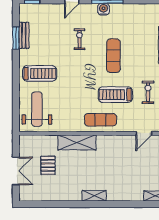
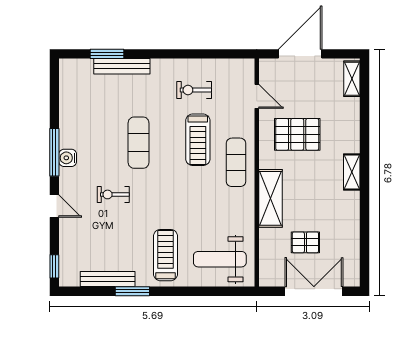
bench: (24, 35) -> (108, 279), width x1.36
window: (16, 38) -> (132, 291), moved
exercise mat: (113, 56) -> (139, 143), turned 90
pallet: (119, 160) -> (297, 134), added
double door: (16, 171) -> (314, 291), width x1.37

